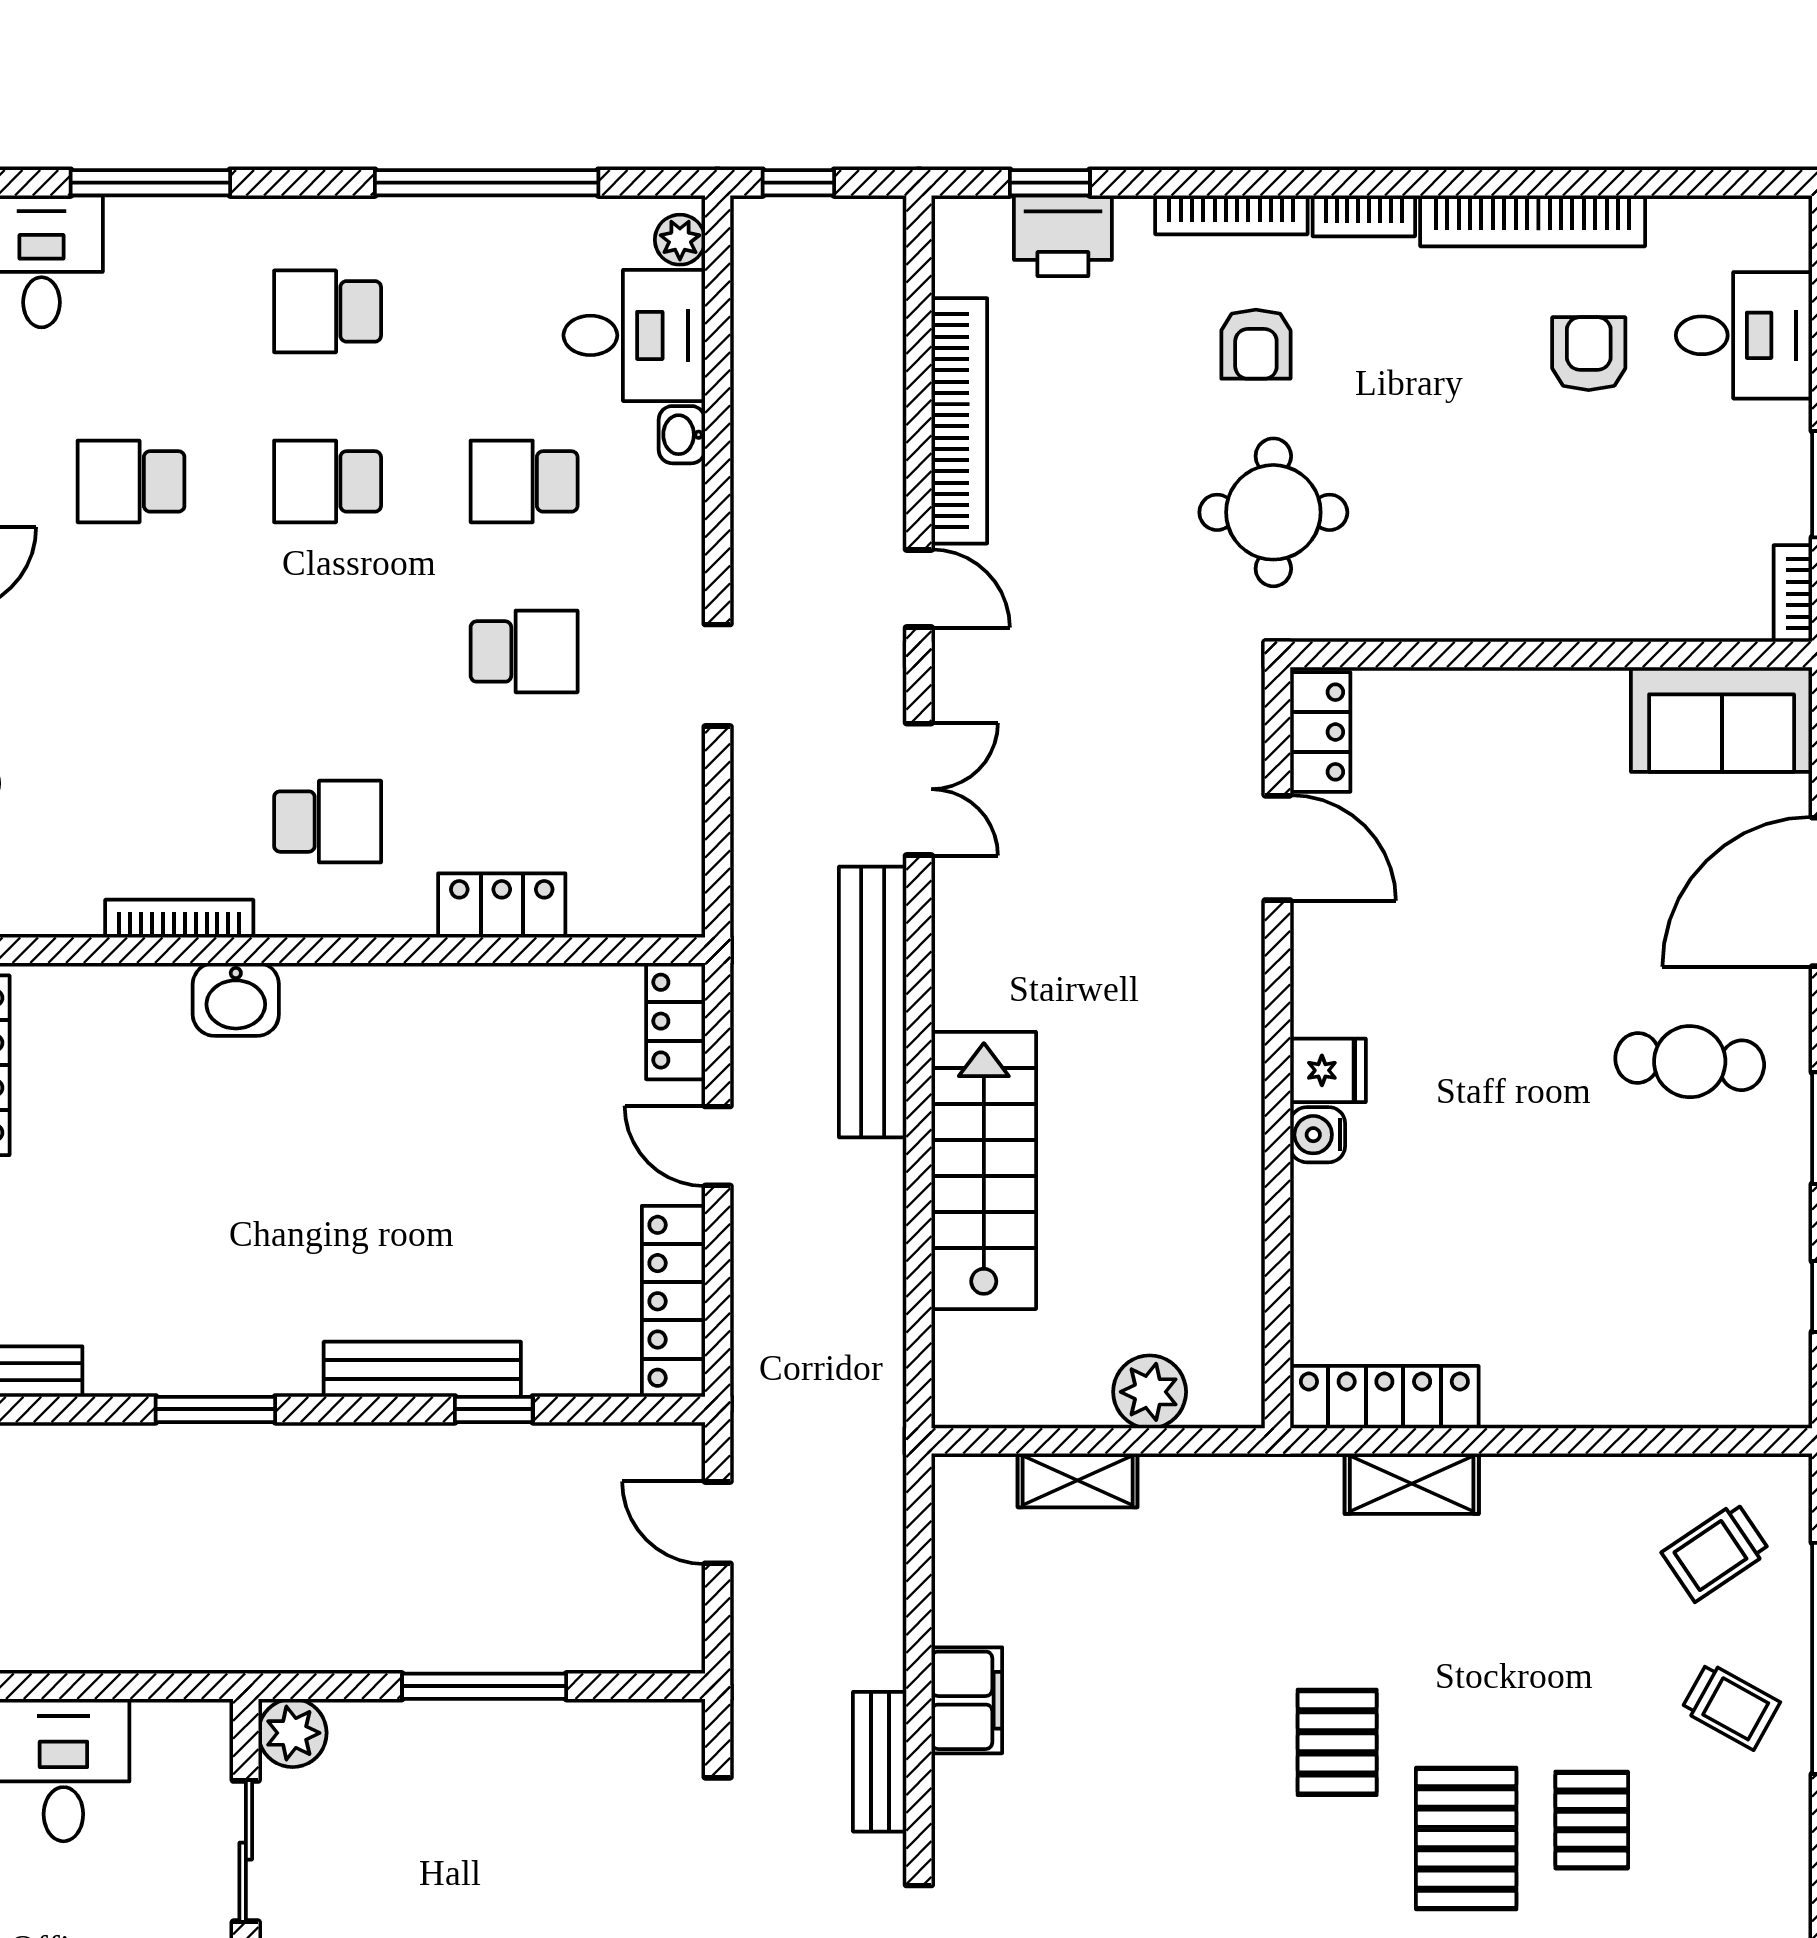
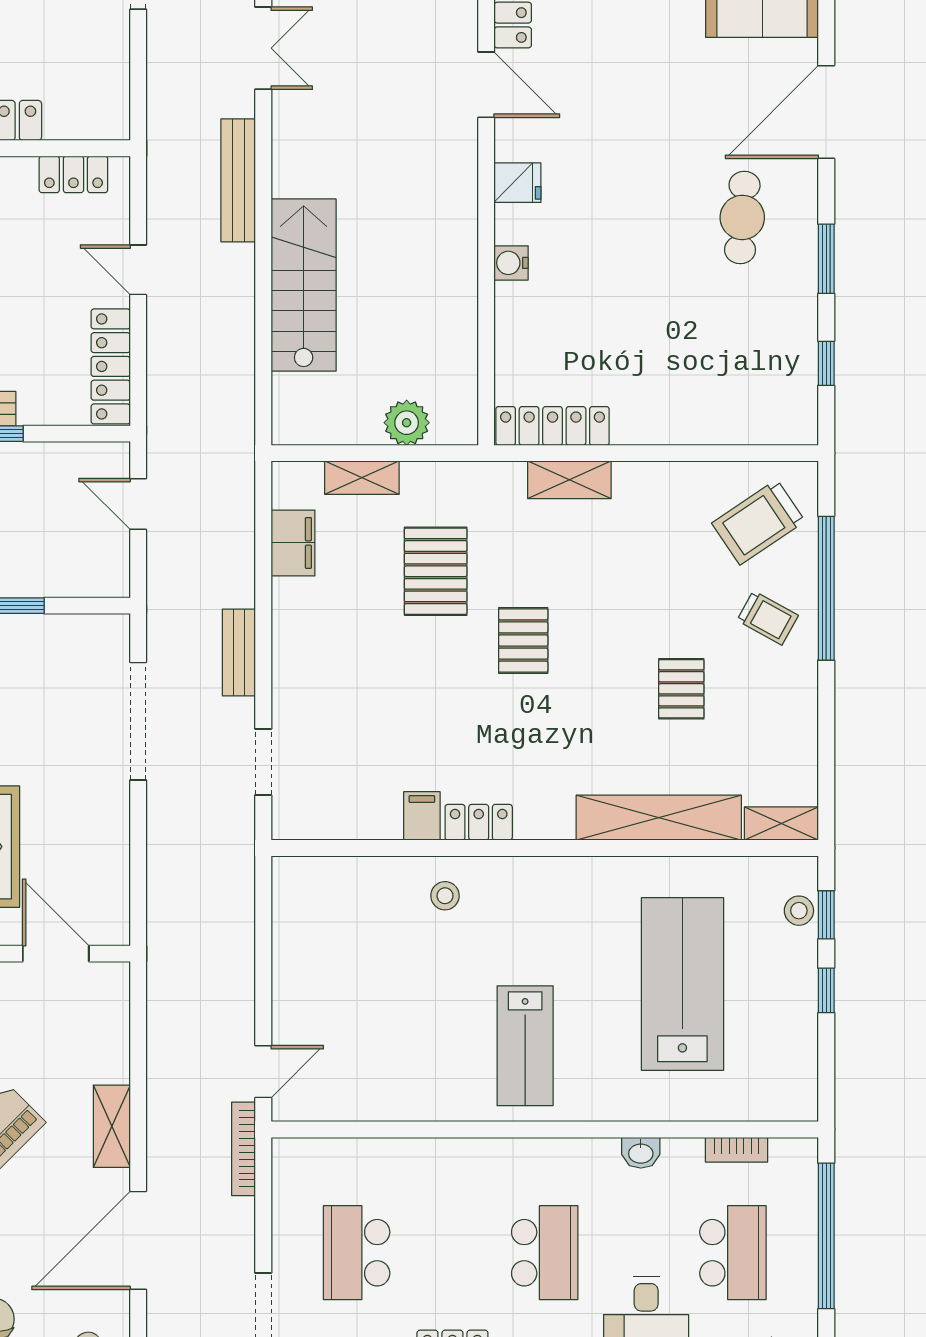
bench: (873, 1002) -> (238, 180), width x0.73, depth x0.82
locker: (676, 1021) -> (73, 174), moved, turned -90
cafe table: (1690, 1062) -> (742, 217), turned 90
fridge: (1328, 1070) -> (517, 183), moved
trolley: (1716, 1552) -> (758, 522), width x1.36, depth x1.39
filing cabinet: (967, 1700) -> (293, 543), moved
pallet: (1466, 1839) -> (436, 571), moved

